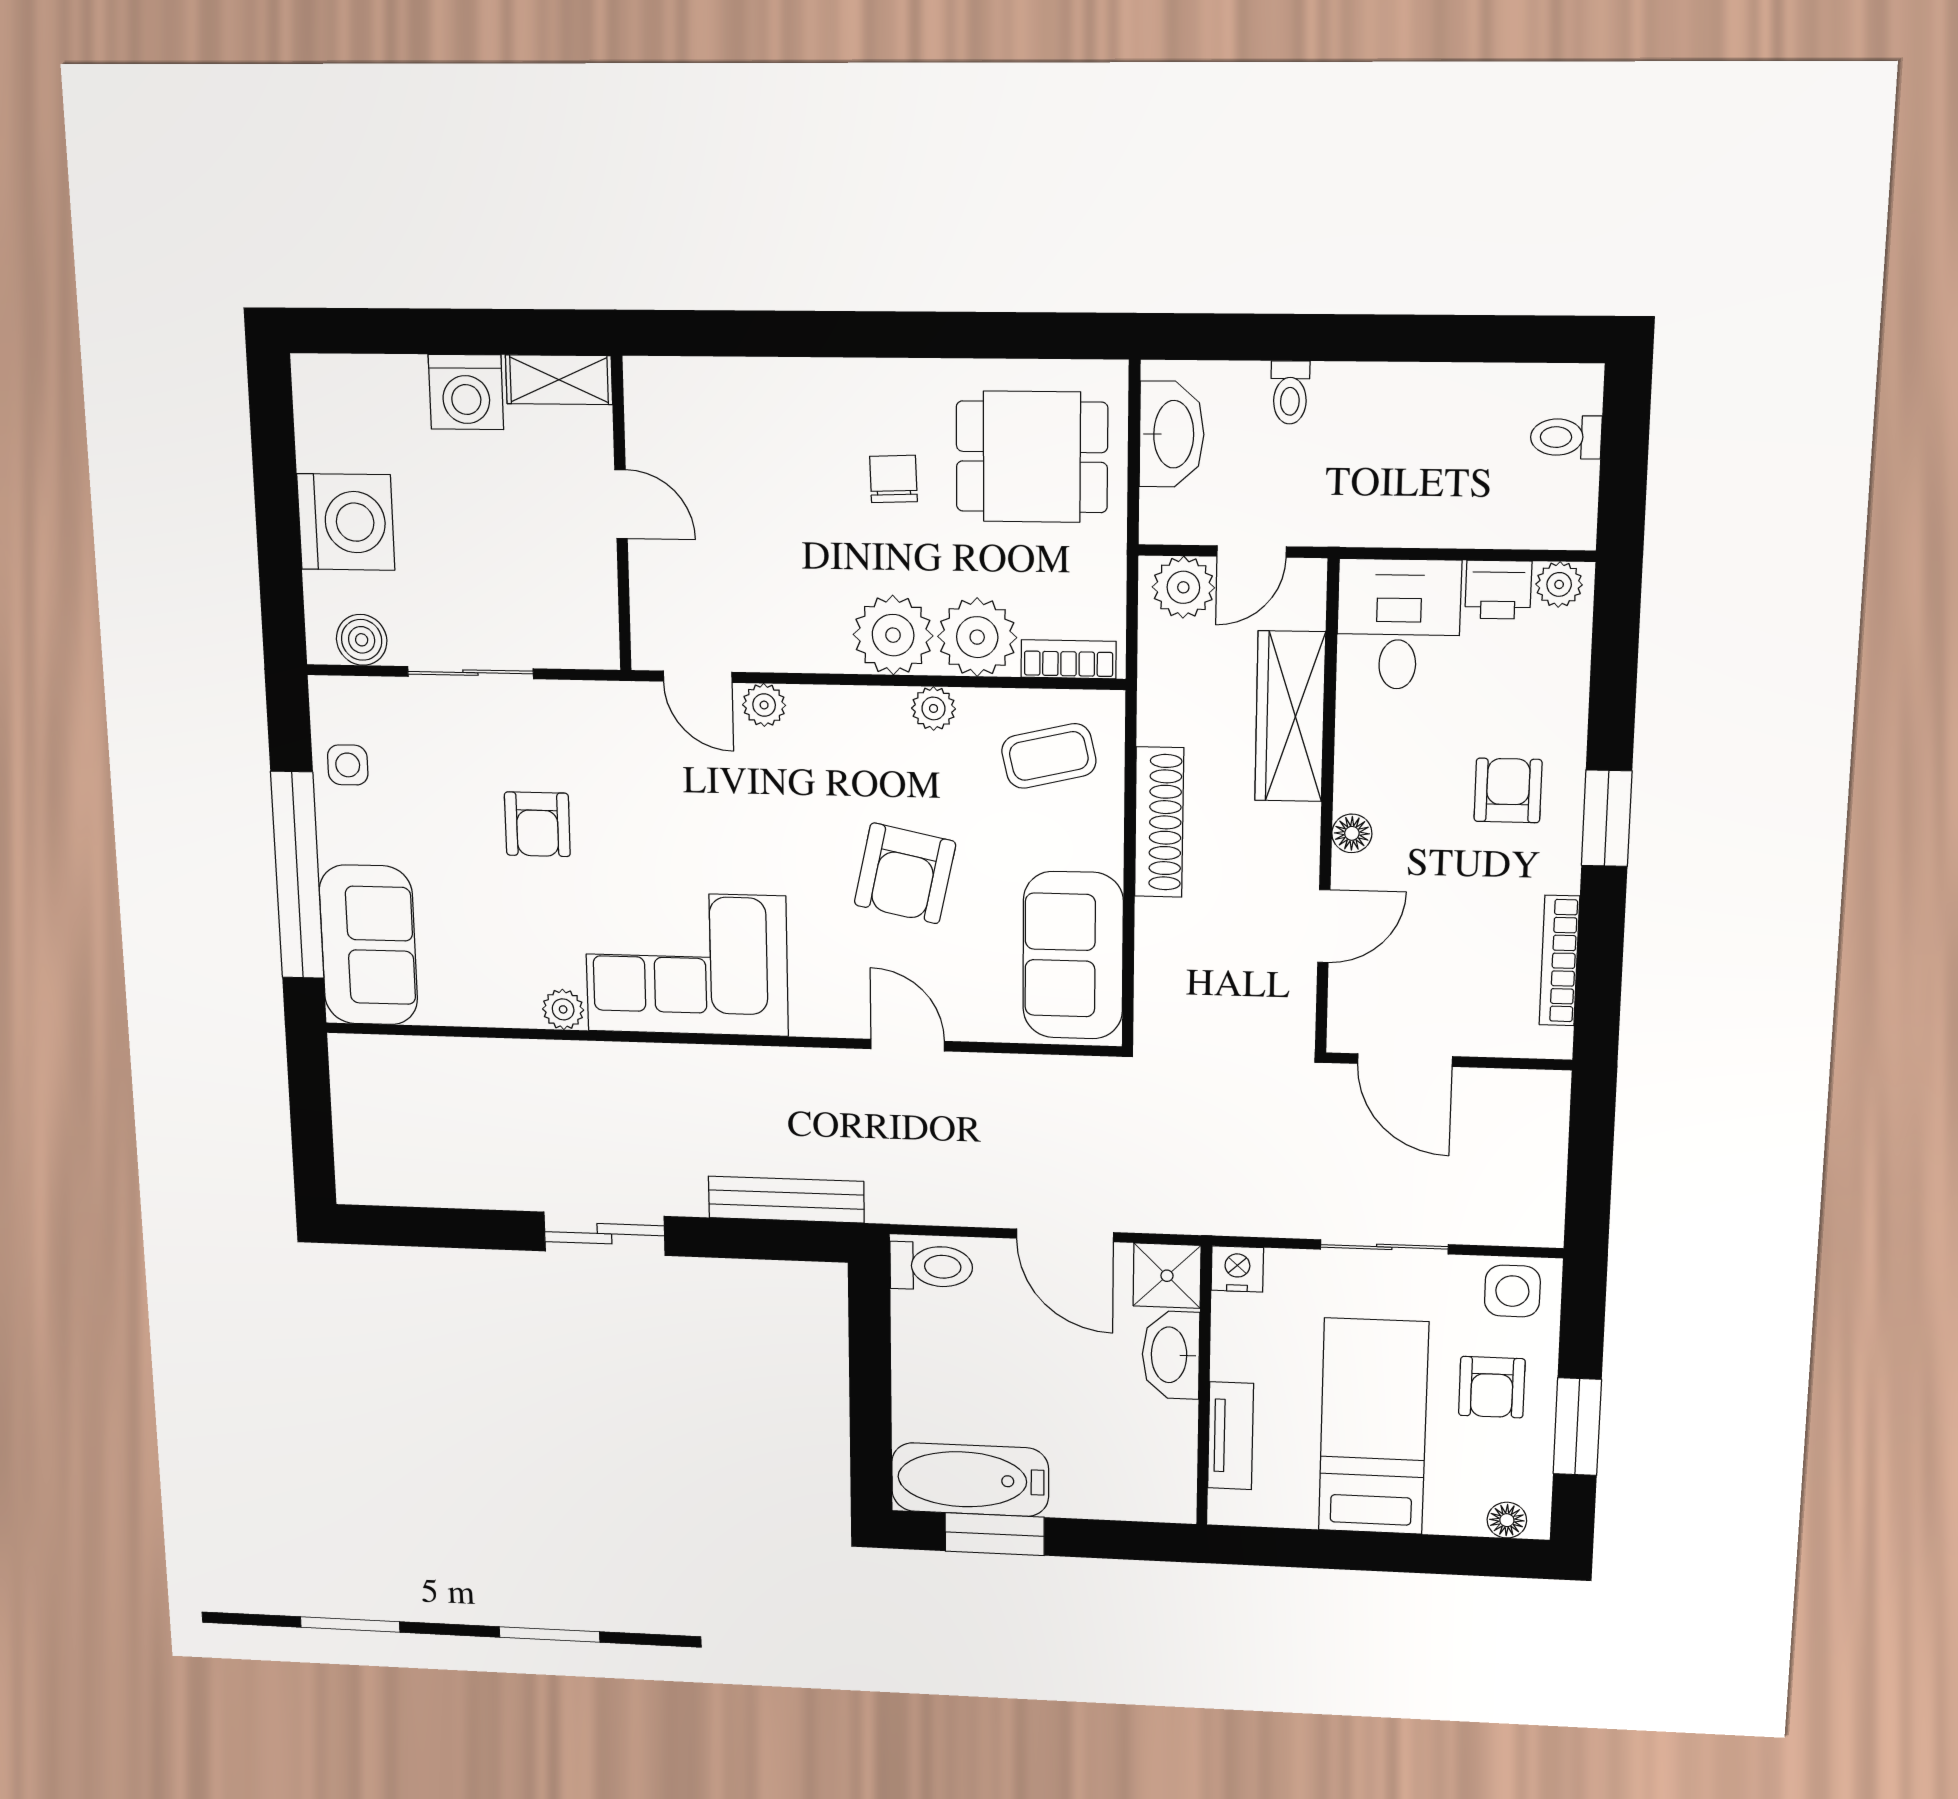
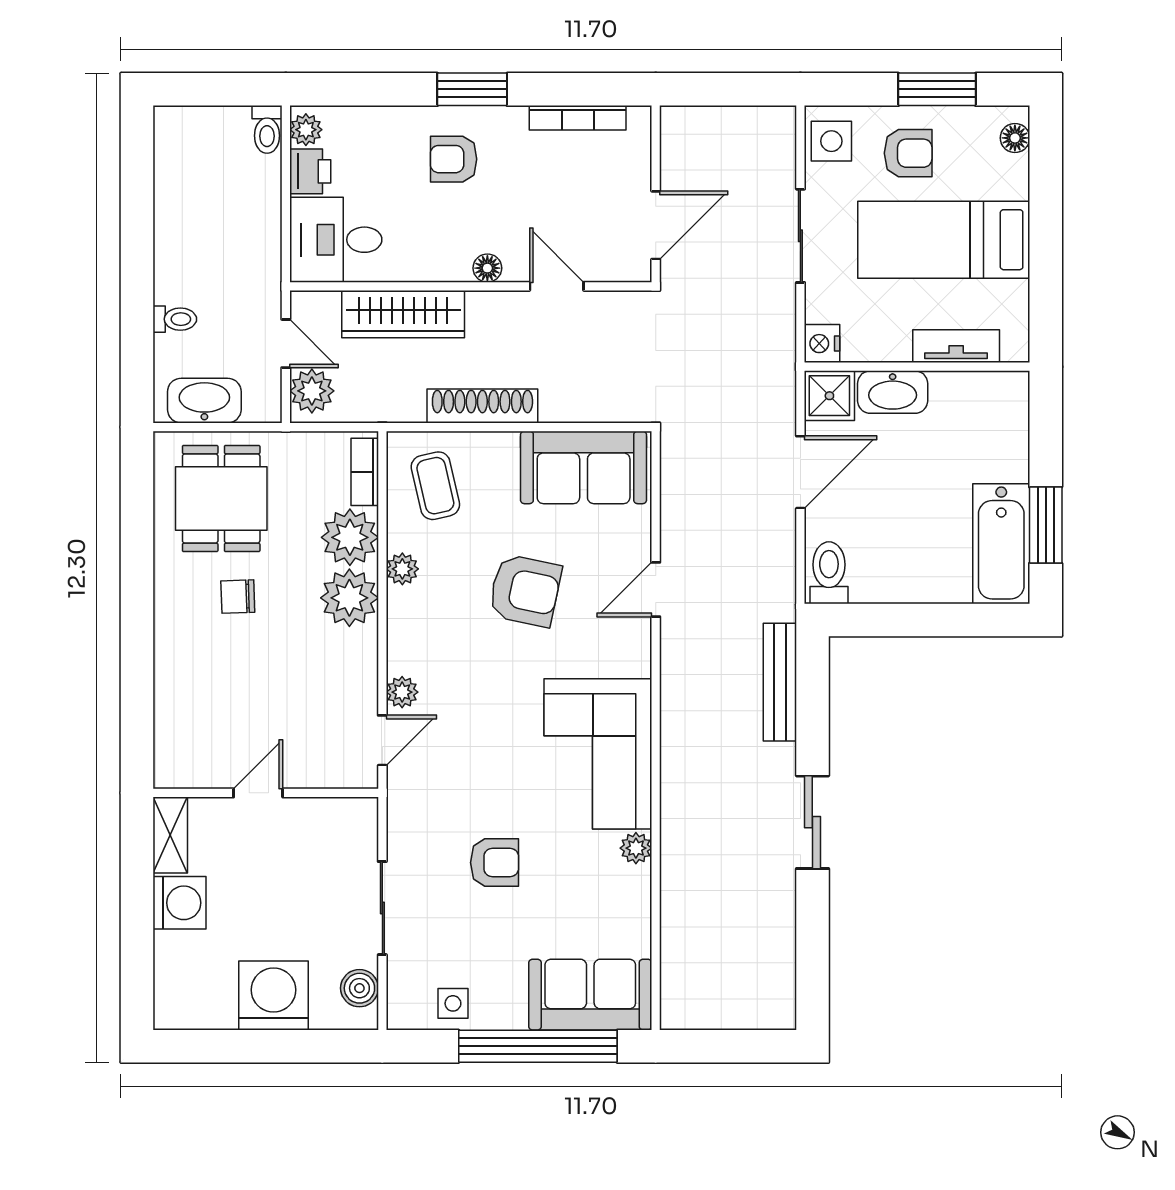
toilet: (1566, 437) -> (267, 129), moved

